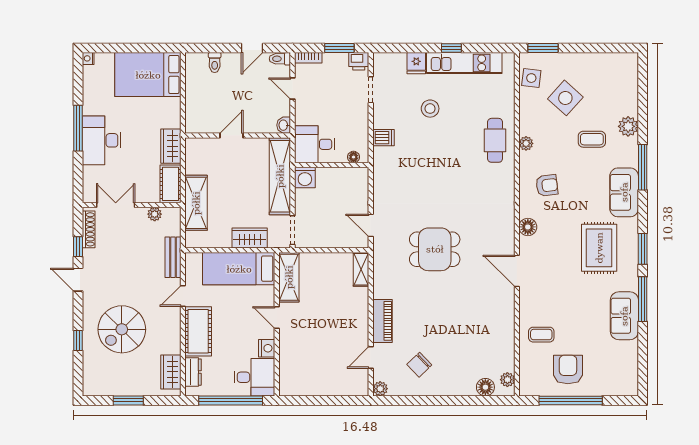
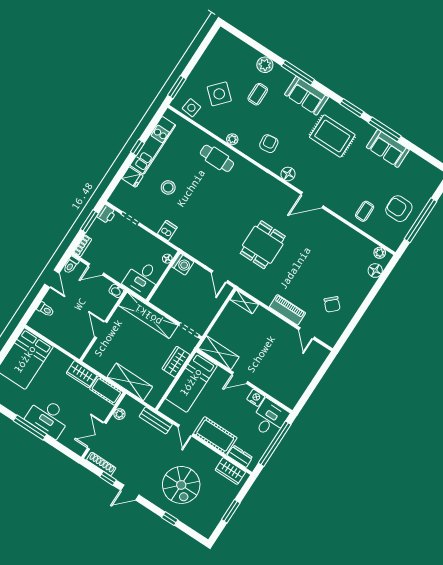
washing machine: (305, 177) -> (183, 264), moved
door: (371, 225) -> (220, 277), hinge flipped
plant: (380, 389) -> (331, 340), removed

